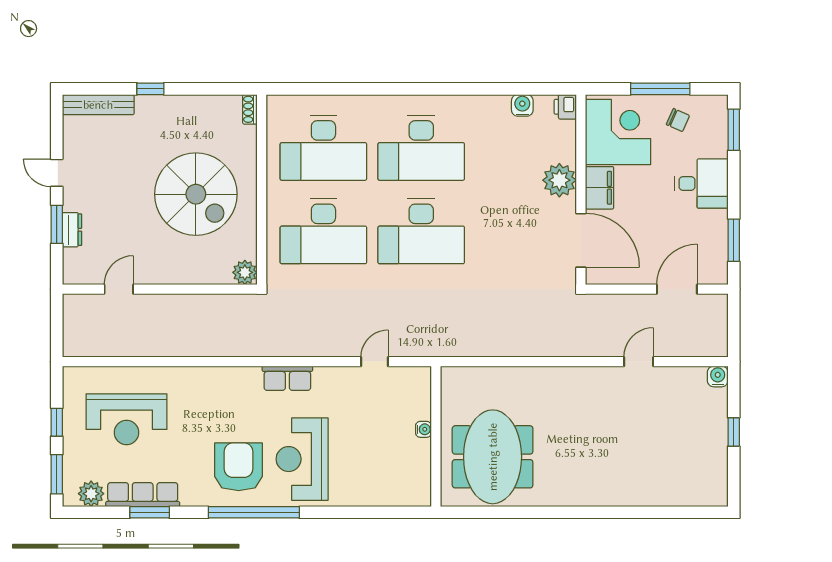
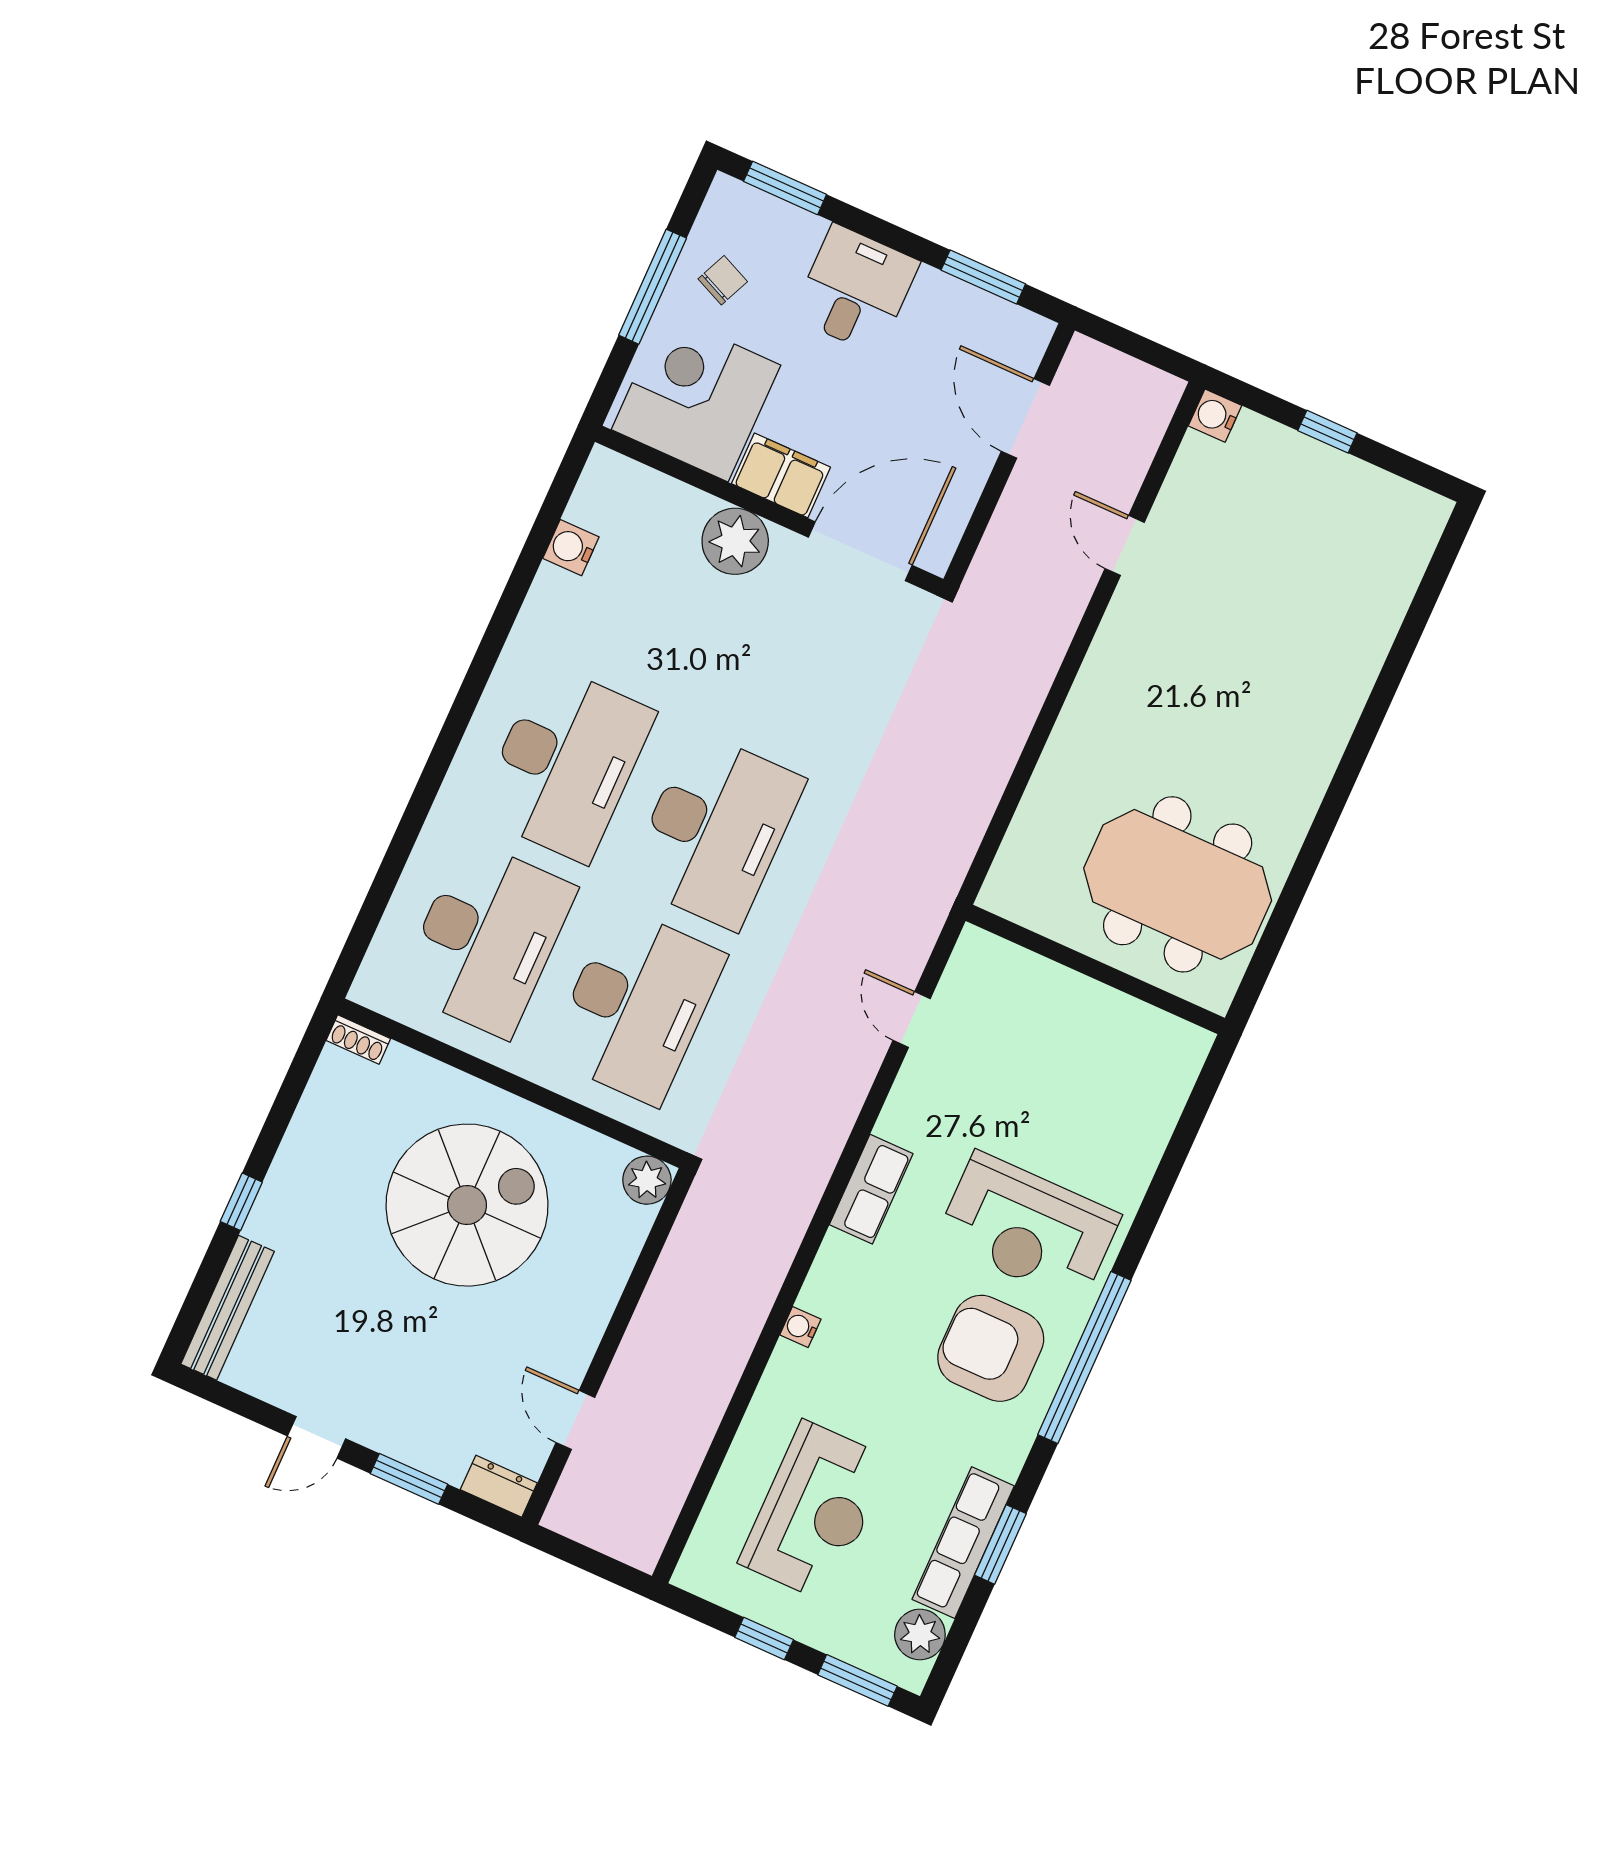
printer: (565, 107) -> (608, 472), removed
dresser: (72, 230) -> (499, 1486), moved
water cooler: (423, 429) -> (800, 1327), moved, turned -90

